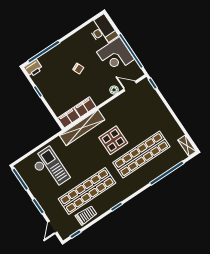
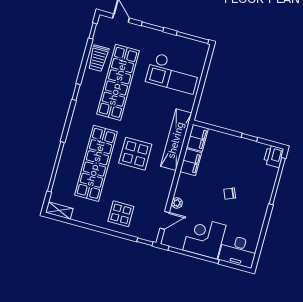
display table: (152, 112) -> (121, 214), added

